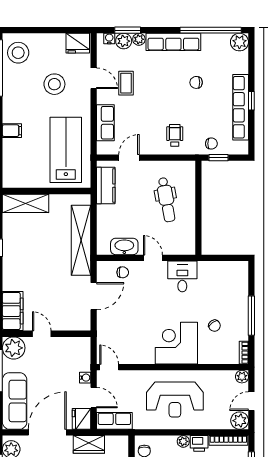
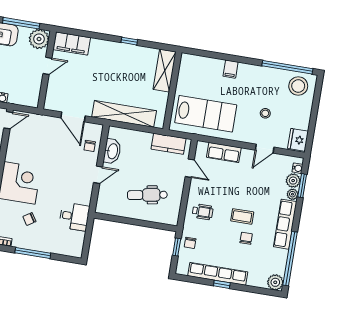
coffee table: (126, 83) -> (242, 216), moved
stool: (54, 84) -> (265, 113), width x0.53, depth x0.53
desk: (182, 276) -> (74, 217), moved

